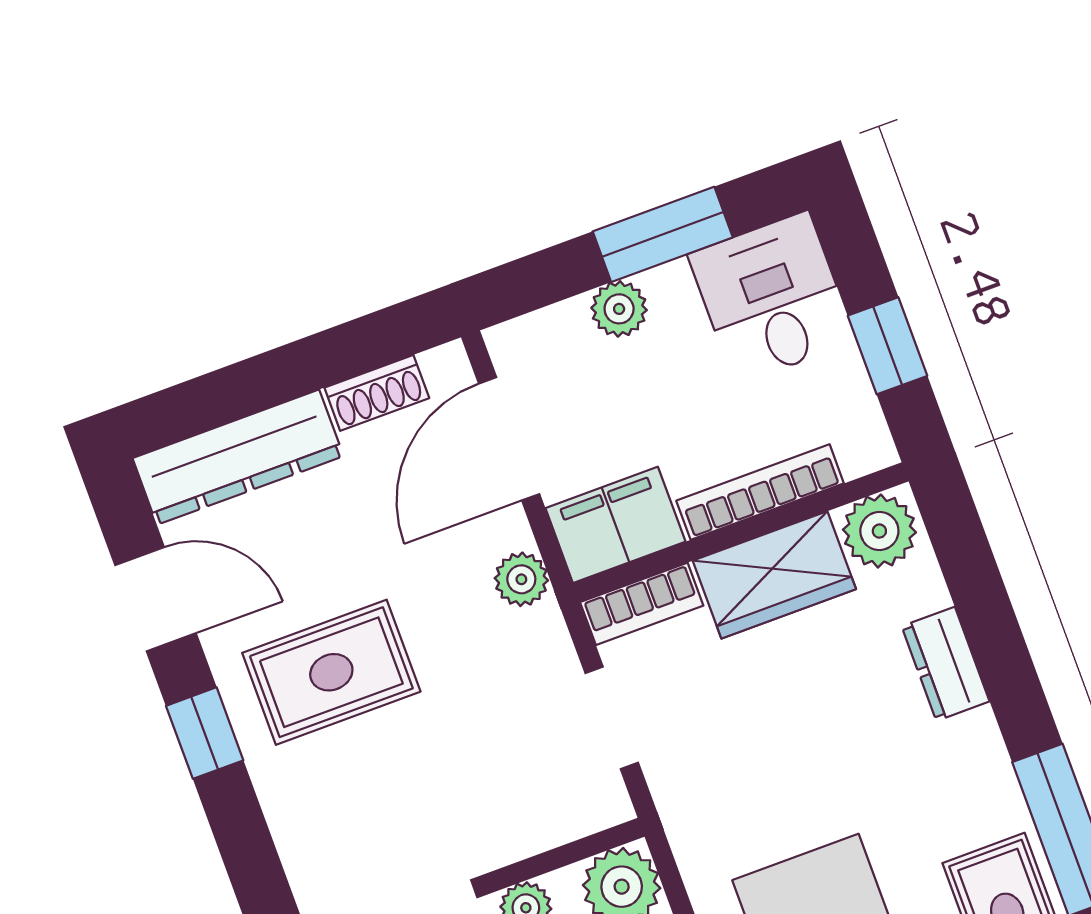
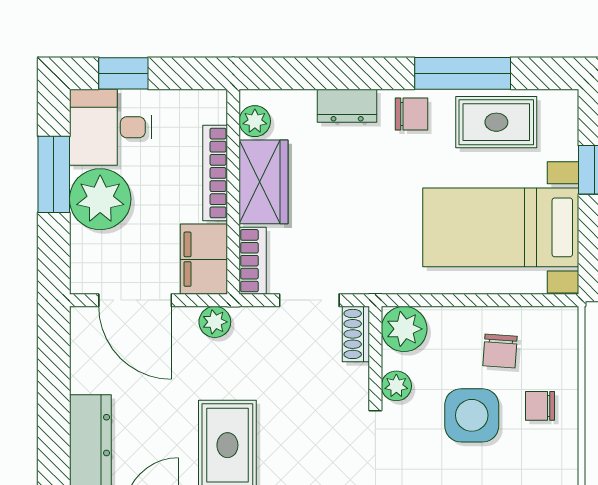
plant: (619, 309) -> (100, 199), width x1.88, depth x1.88
window: (888, 346) -> (123, 73), moved
shoe rack: (377, 393) -> (356, 334), moved, turned 180
plant: (879, 531) -> (255, 121), width x0.73, depth x0.73
chair: (970, 772) -> (412, 114), added

